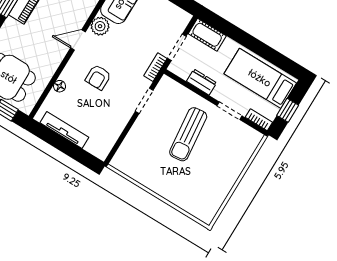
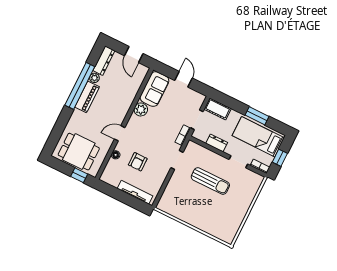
door: (78, 40) -> (120, 133), moved
window: (261, 49) -> (257, 116), added
armchair: (98, 77) -> (138, 162), moved
tv unit: (64, 130) -> (135, 192), moved
sun lounger: (188, 134) -> (210, 181), turned -84

